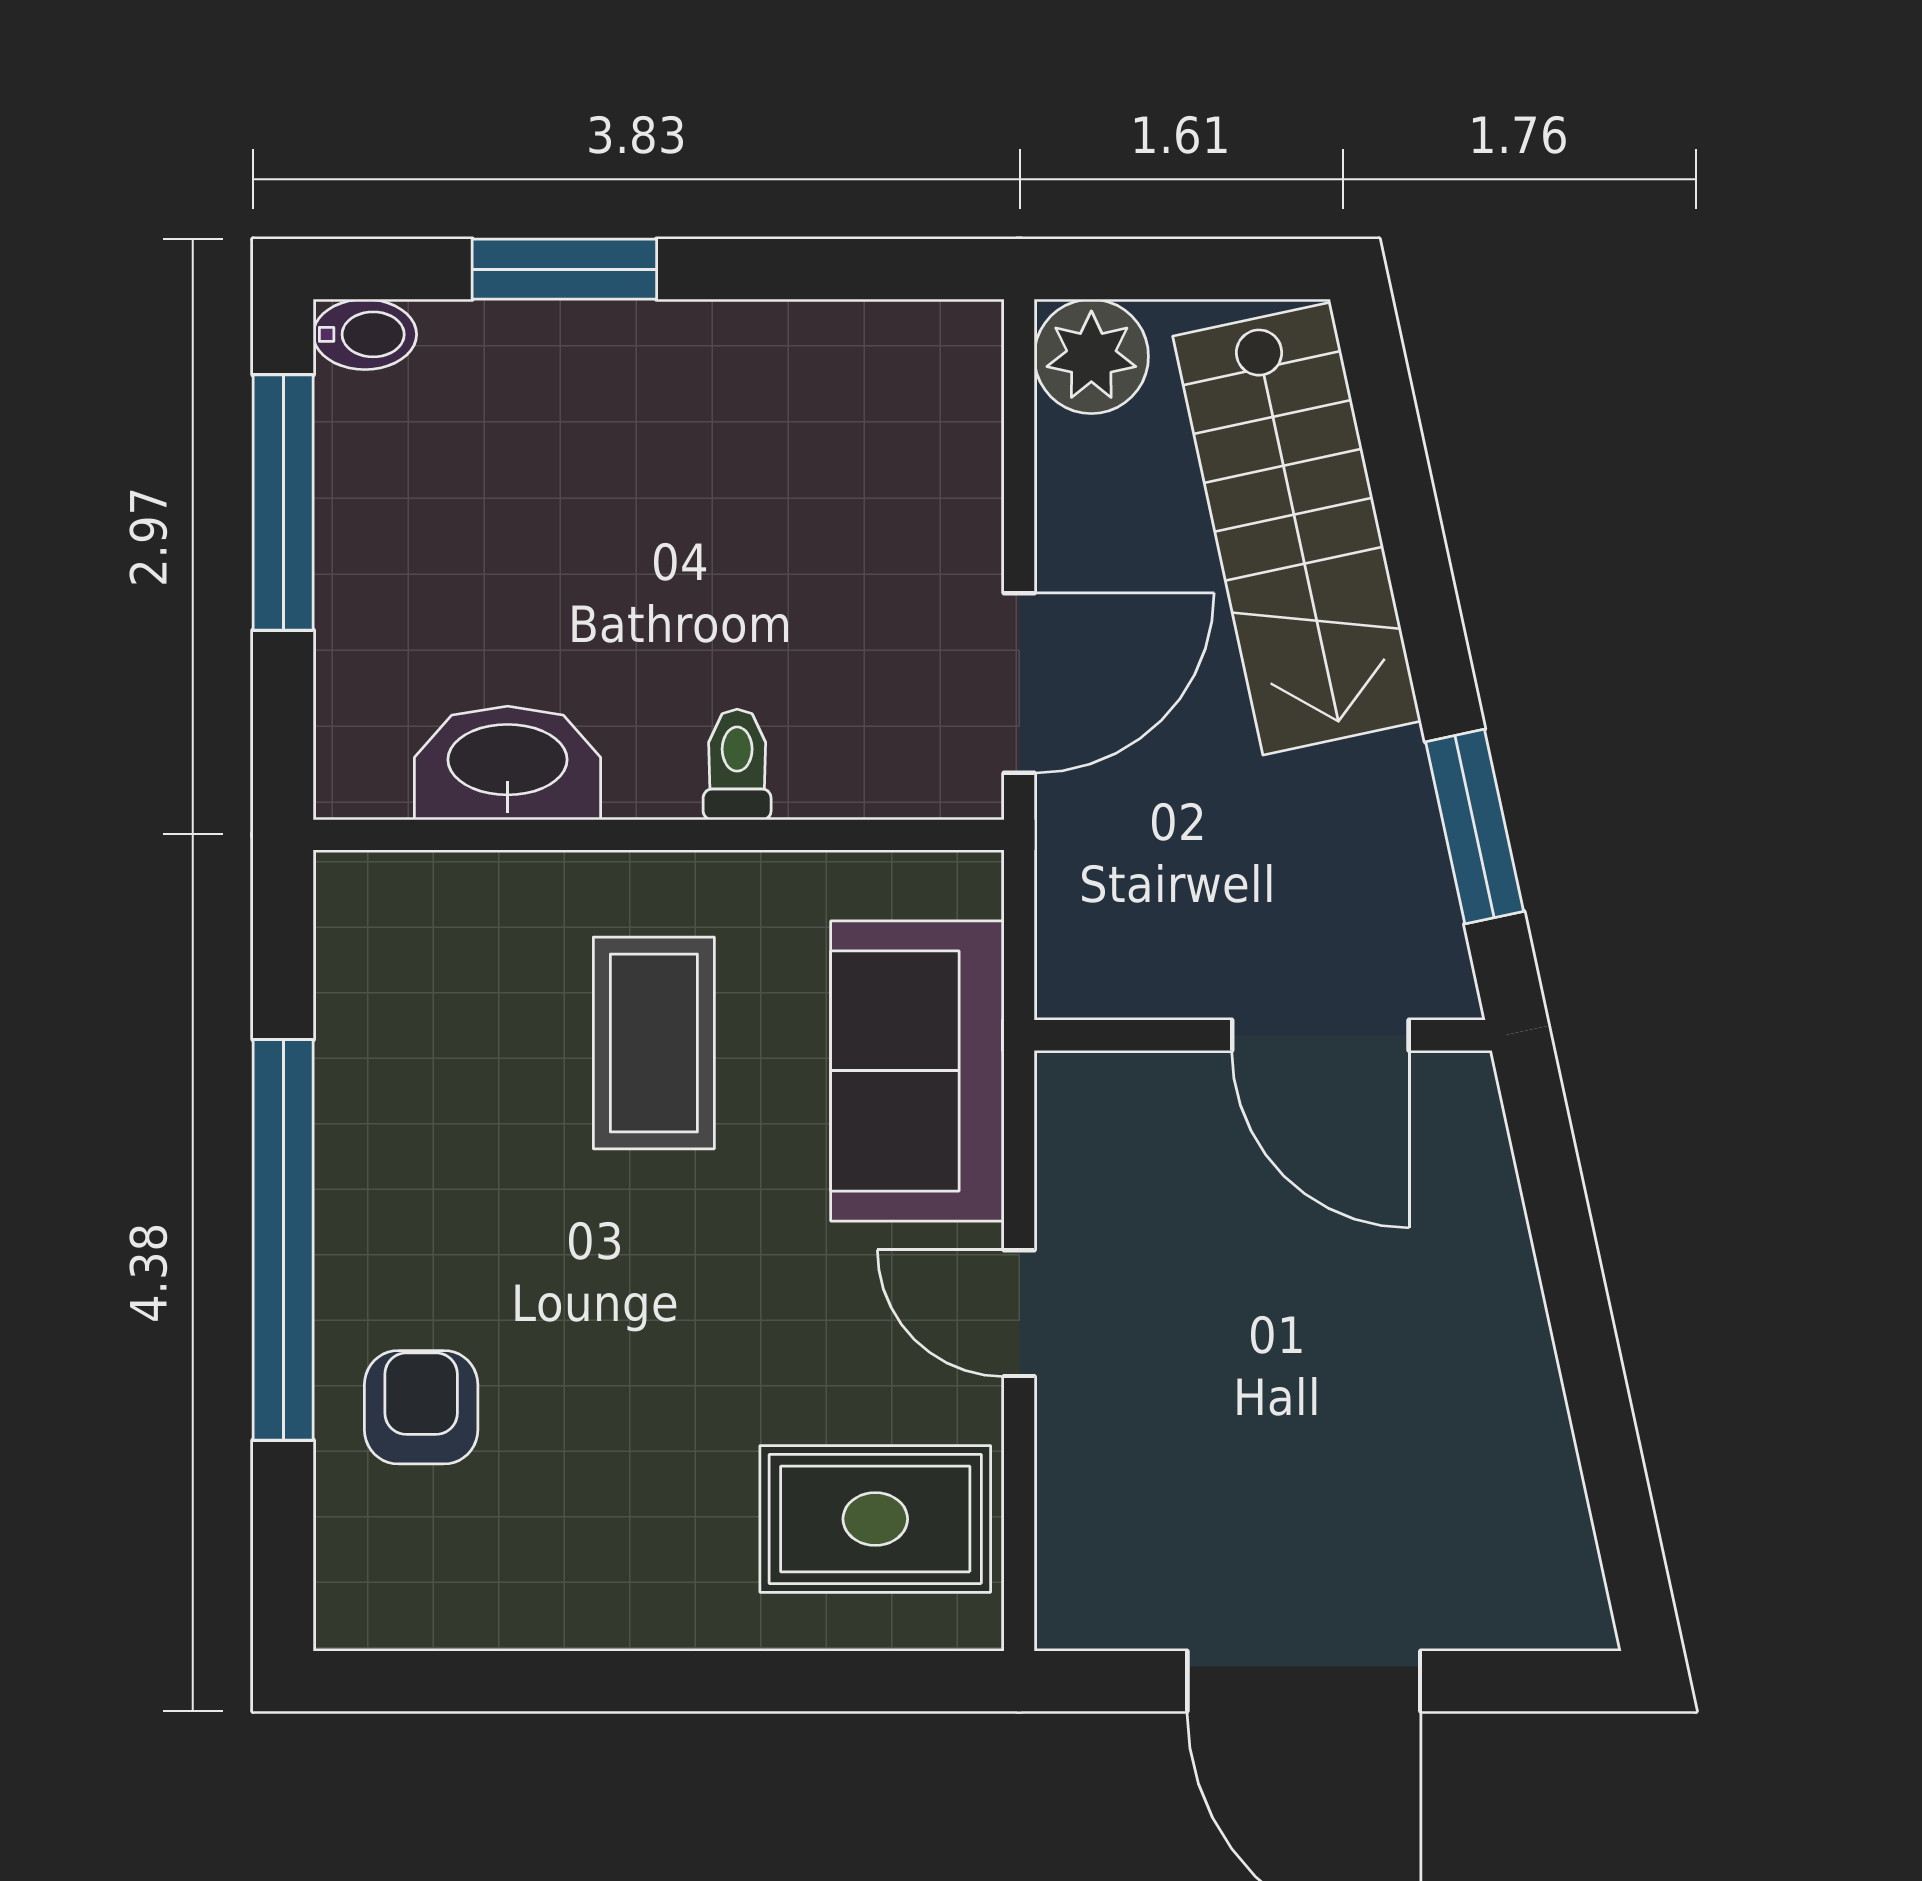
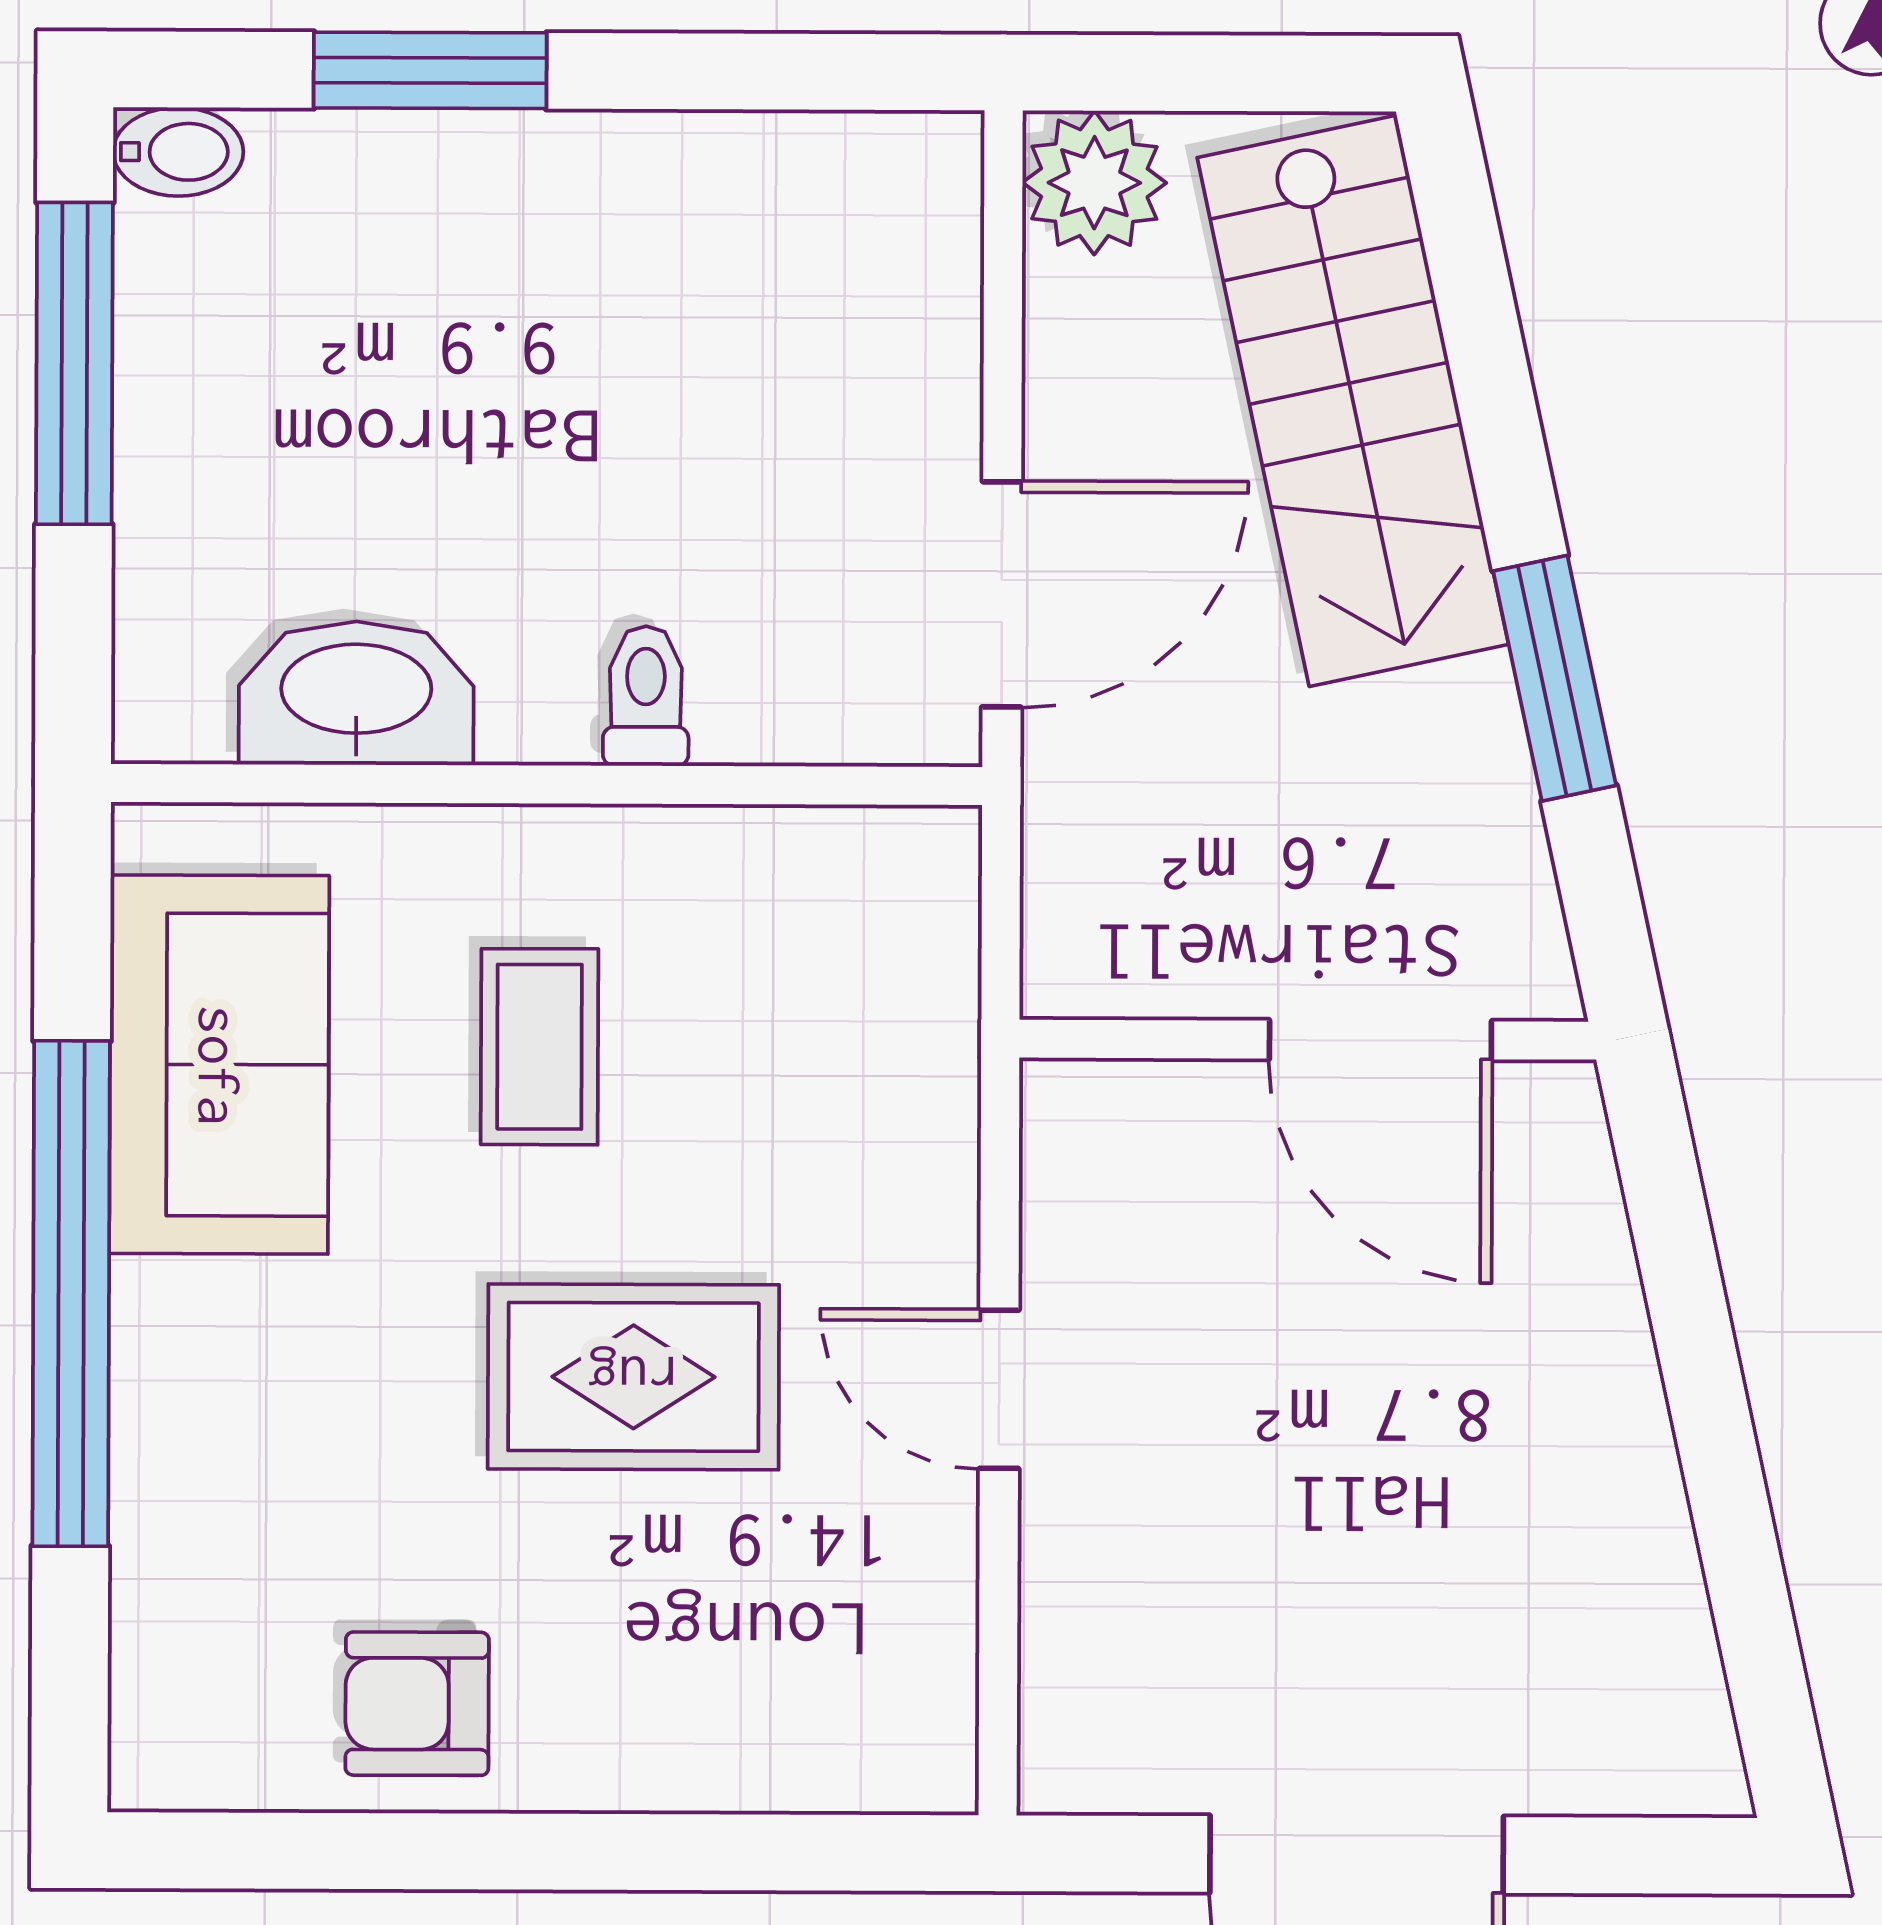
window: (1475, 827) -> (1555, 678), moved
coffee table: (654, 1043) -> (540, 1047), width x0.73, depth x0.77
sofa: (917, 1071) -> (219, 1065), moved, turned 180
armchair: (421, 1407) -> (417, 1704), moved, turned -90
rug: (875, 1519) -> (633, 1377), moved

